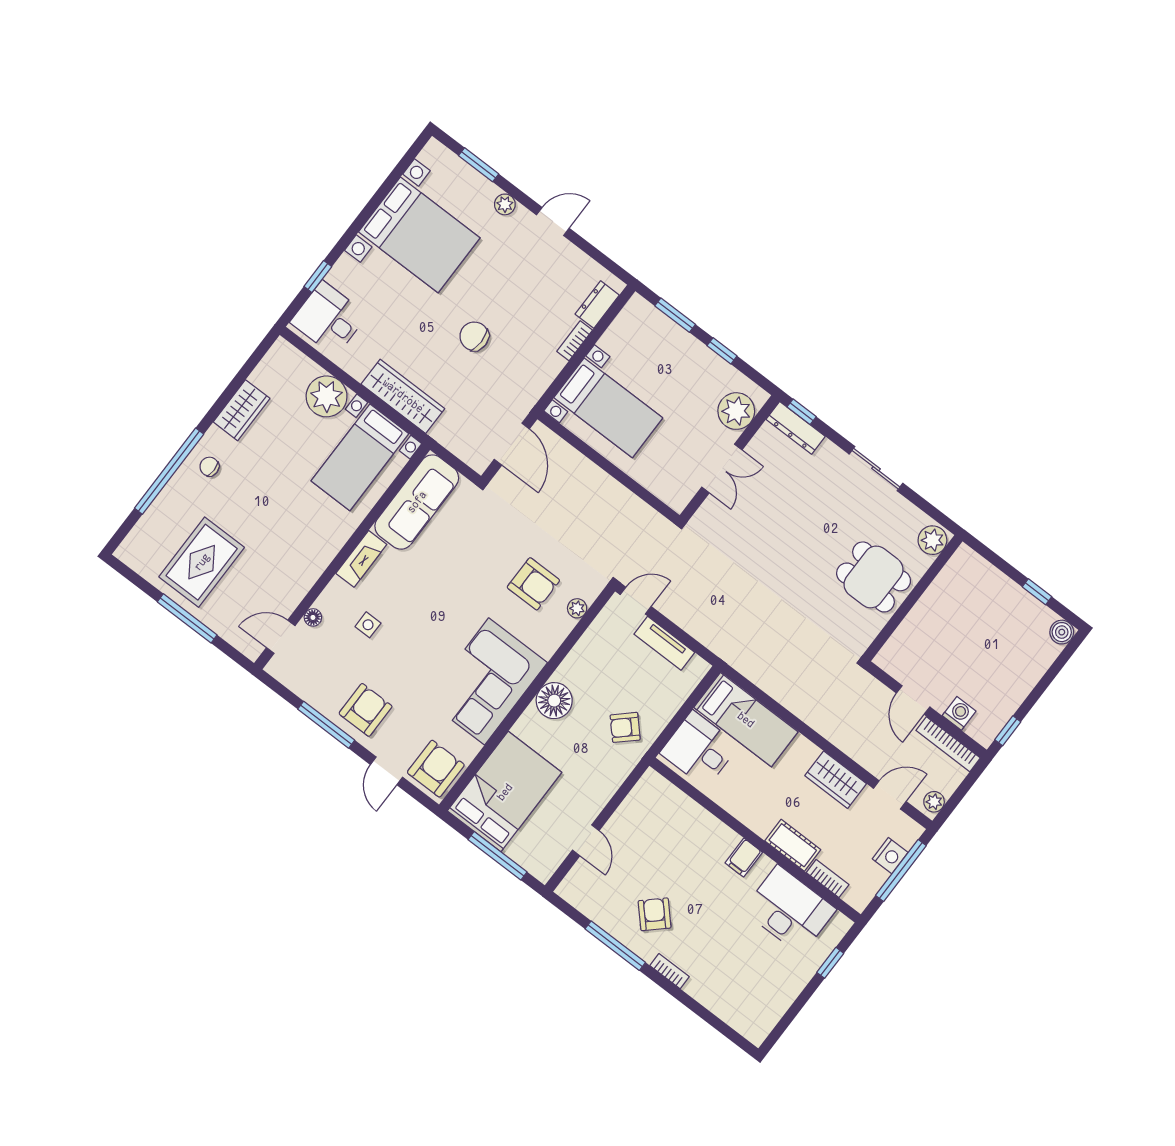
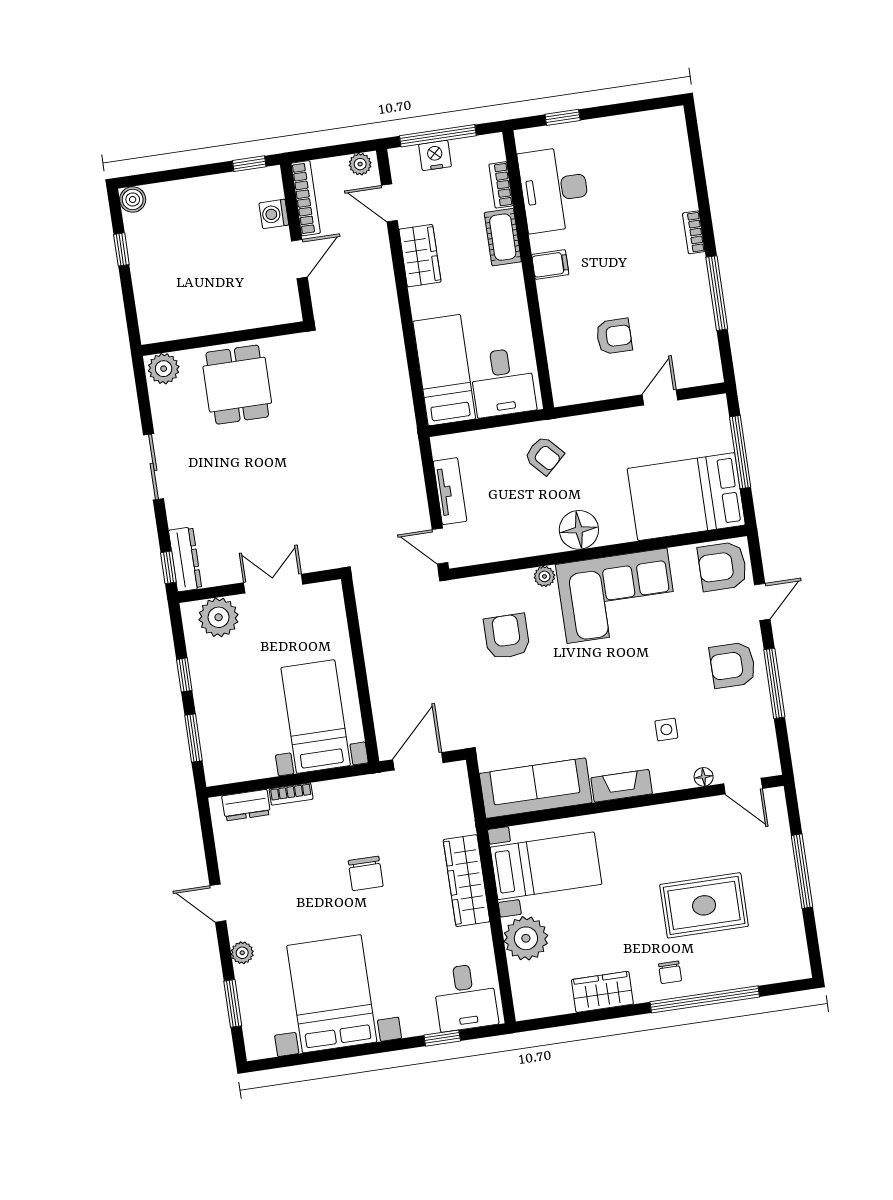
rug: (202, 562) -> (704, 905), moved
plant: (577, 608) -> (544, 576), moved
armchair: (655, 914) -> (614, 336), moved, turned -137

